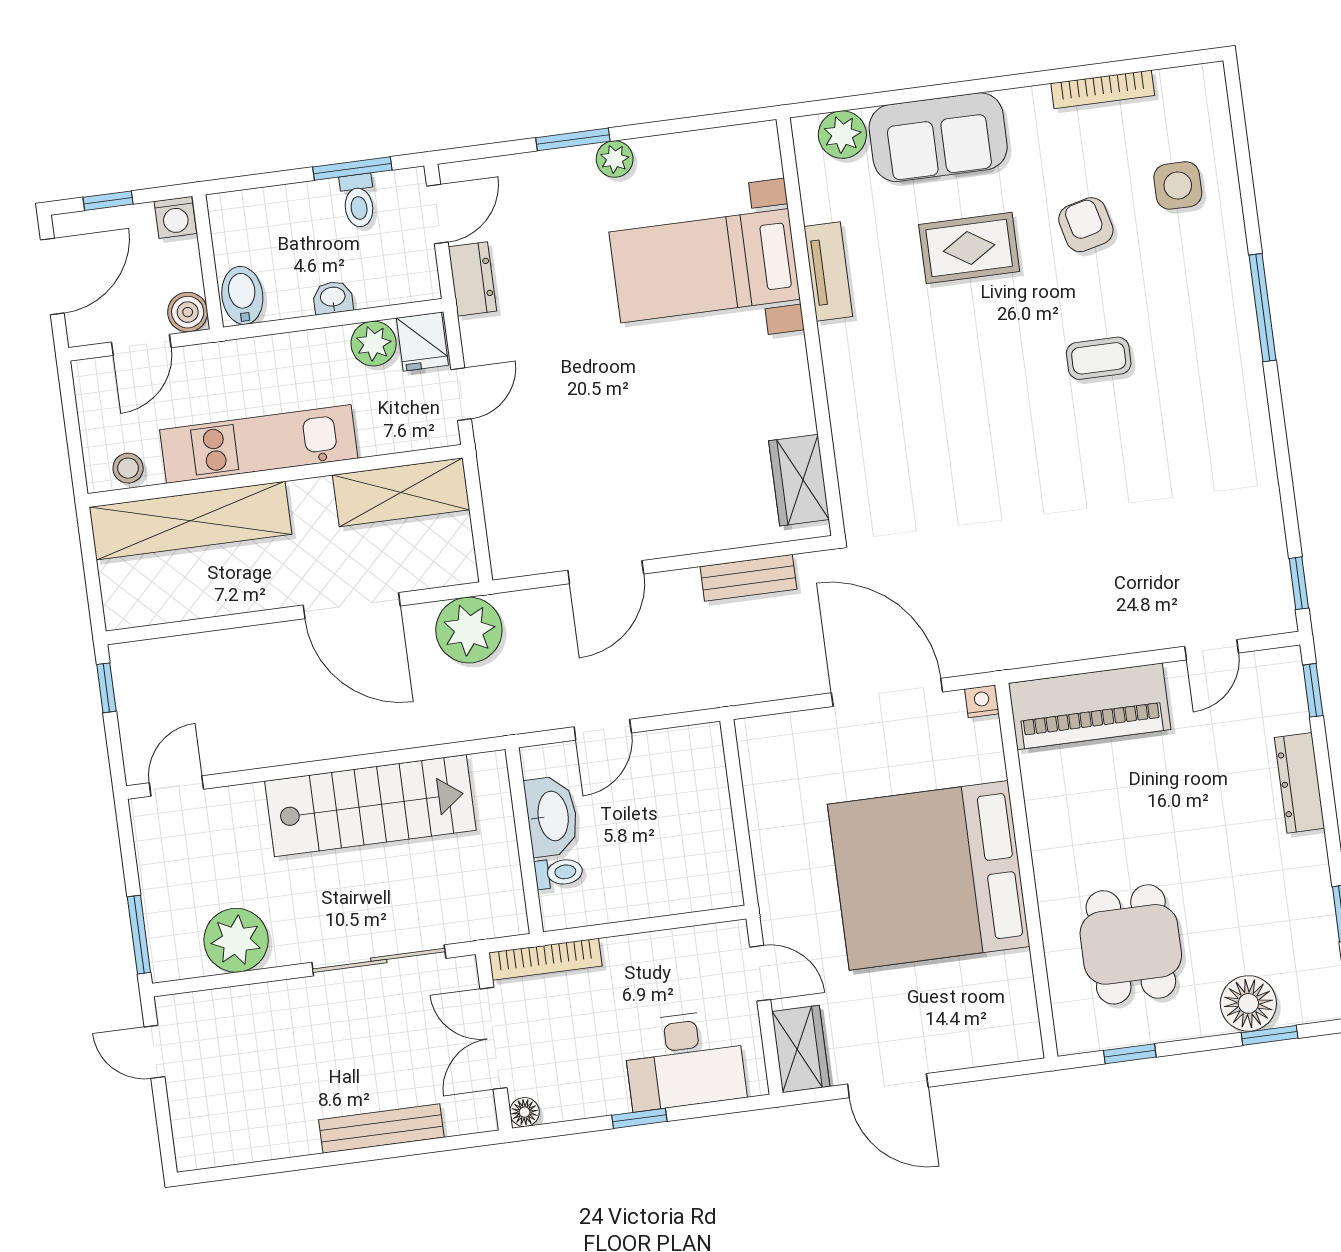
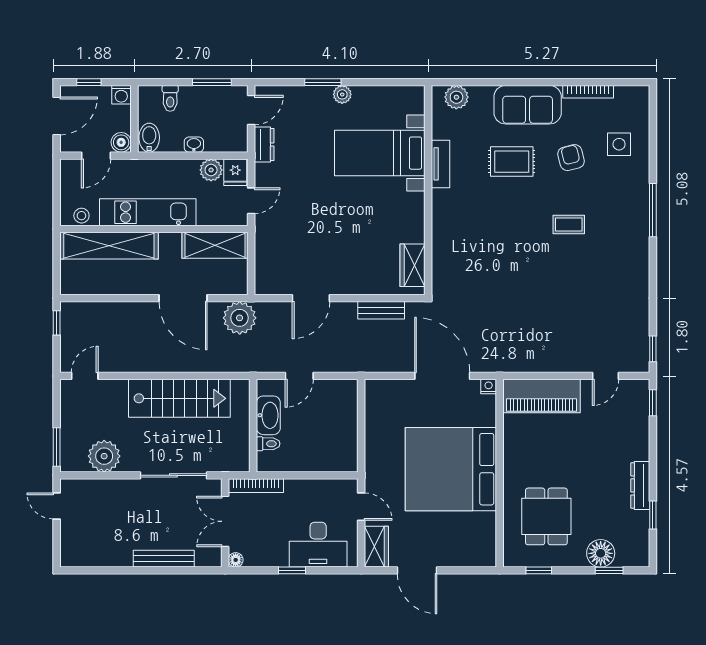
sofa: (938, 137) -> (528, 105), moved
toilet: (358, 201) -> (170, 98), moved
dresser: (1299, 783) -> (640, 485), moved

